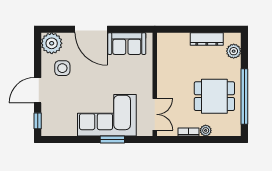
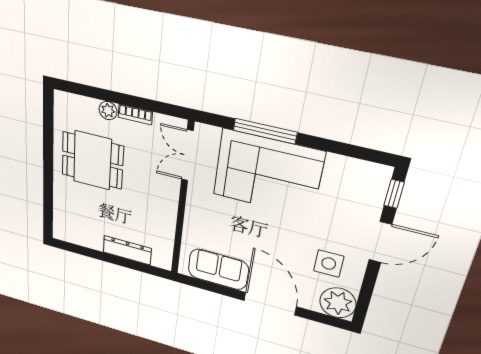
dresser: (207, 39) -> (127, 250), moved
plant: (234, 51) -> (63, 216), removed
window: (244, 96) -> (48, 149), removed
window: (112, 140) -> (265, 131), width x1.44

